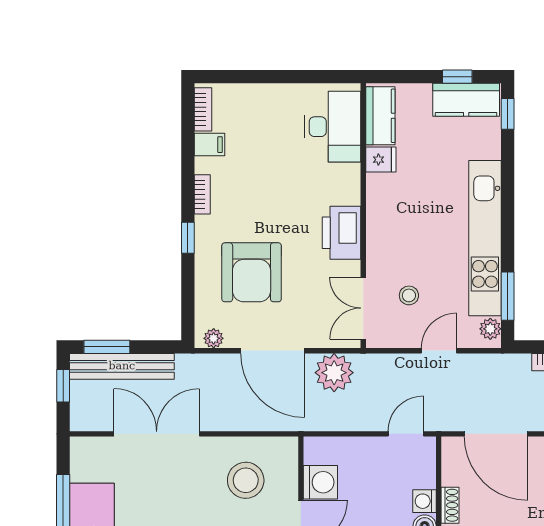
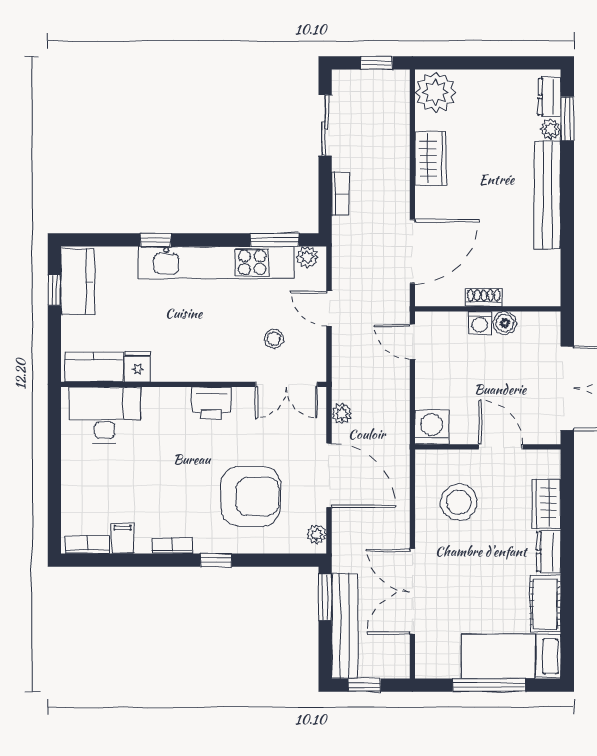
window: (508, 114) -> (156, 240), moved
printer: (342, 233) -> (211, 403), width x0.73, depth x0.84
window: (107, 347) -> (325, 597), moved
door: (273, 351) -> (329, 475), hinge flipped
plant: (334, 373) -> (342, 414), width x0.53, depth x0.53
washing machine: (320, 482) -> (432, 427), moved

